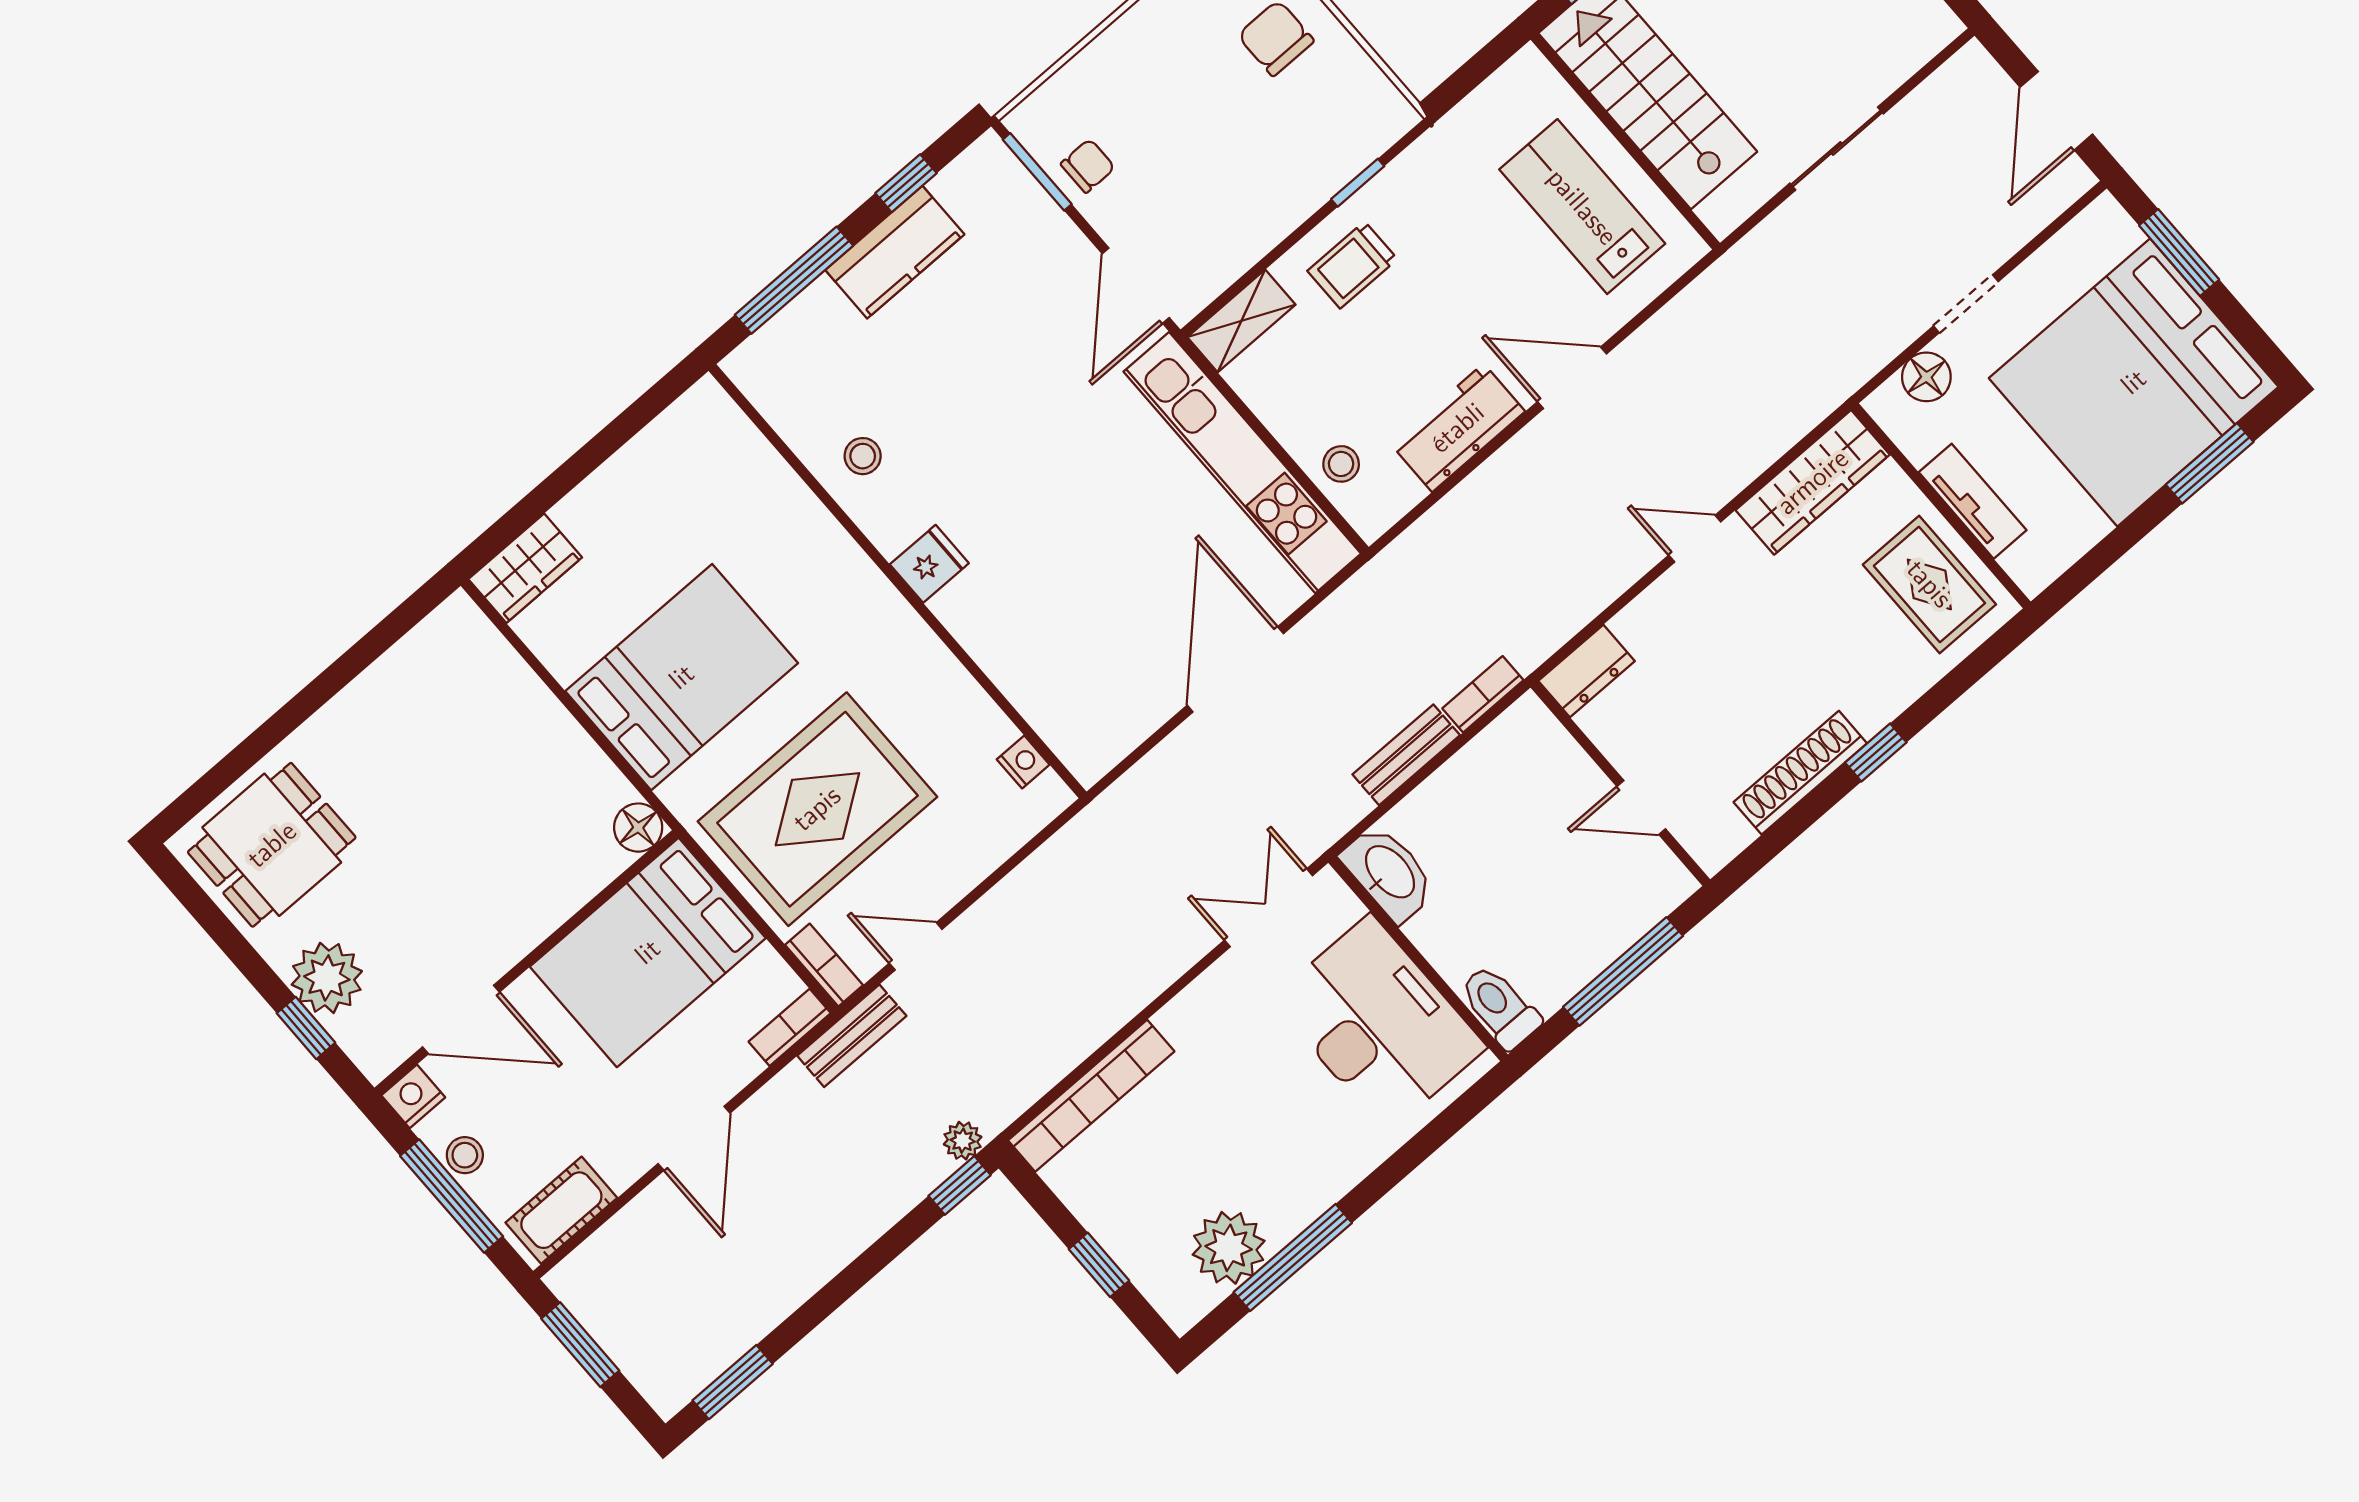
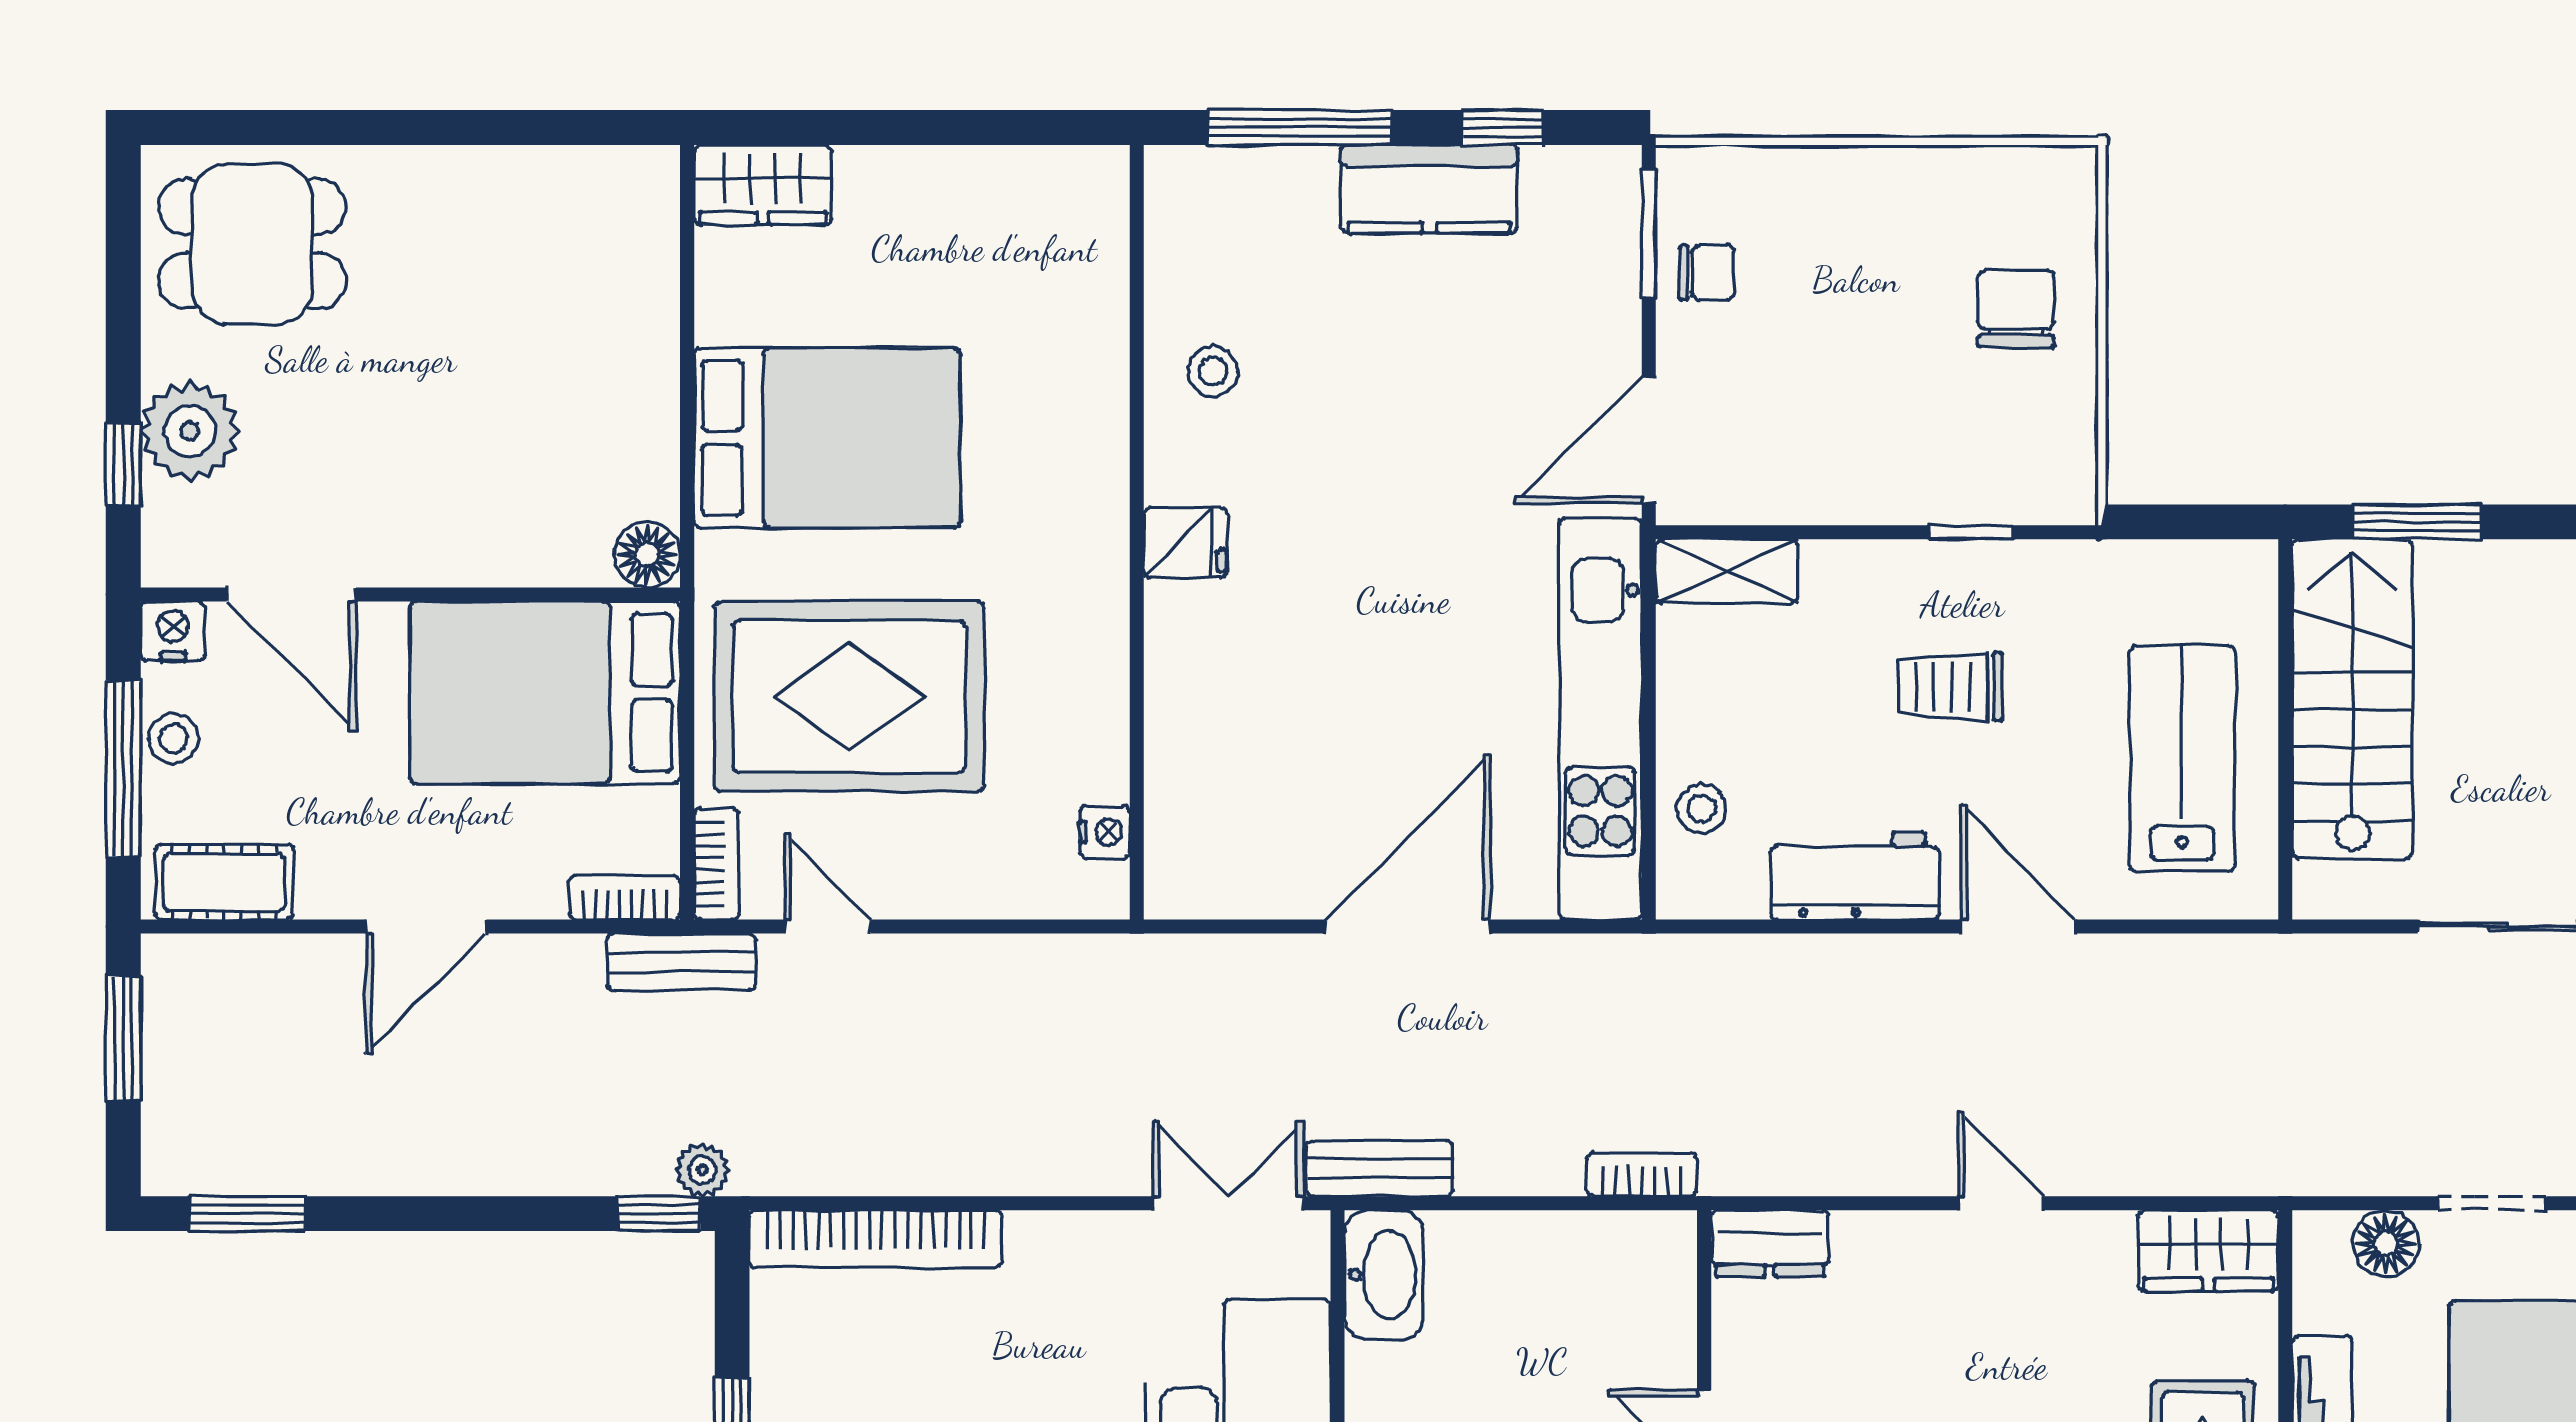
trolley: (1352, 265) -> (1950, 687), moved
wardrobe: (1813, 482) -> (2208, 1251), width x0.67
bench: (1406, 755) -> (1380, 1168), moved

